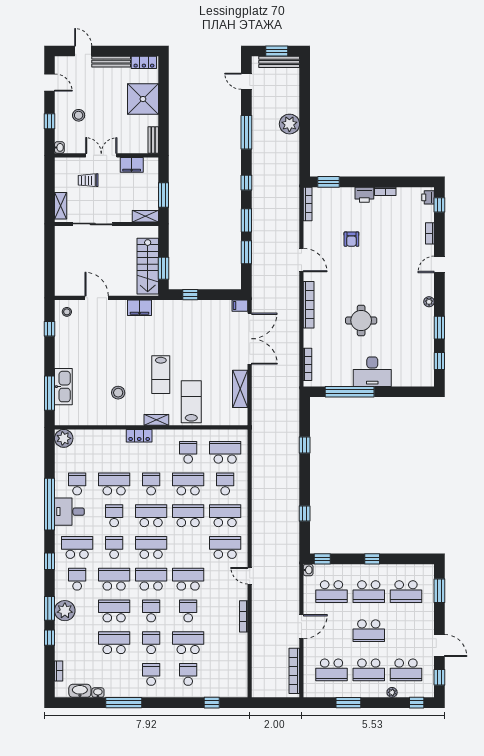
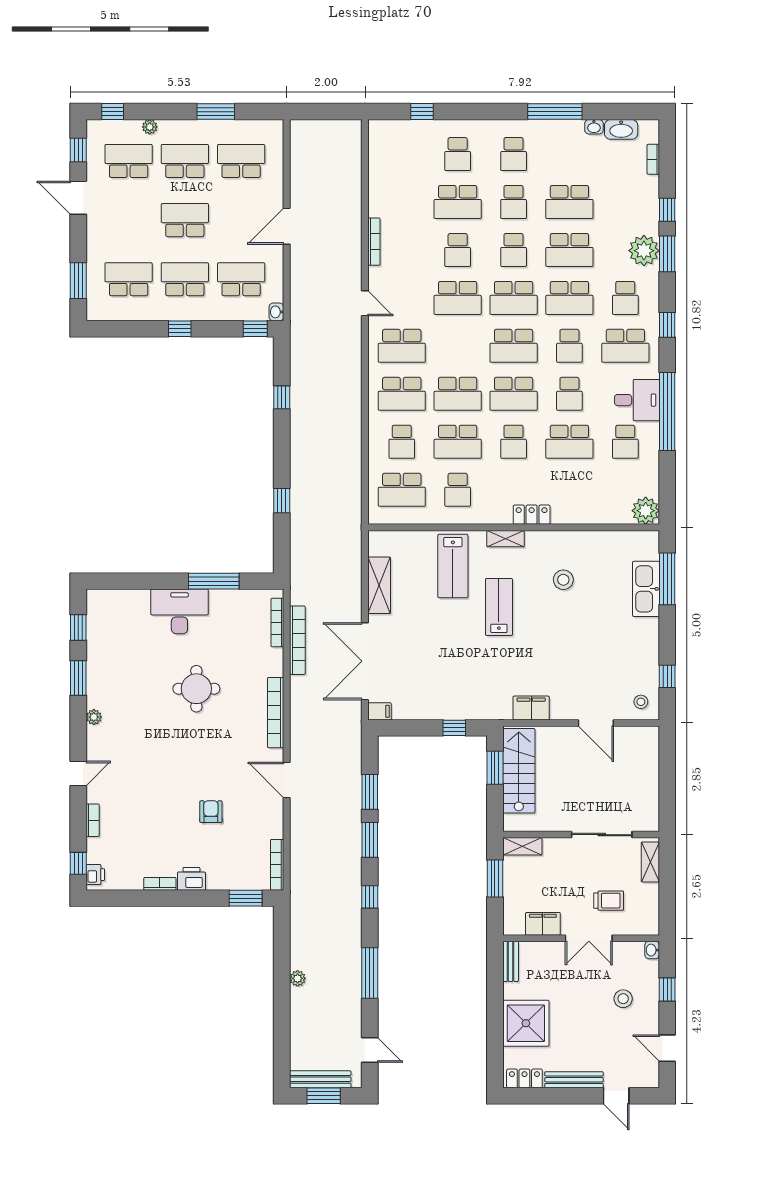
plant: (289, 124) -> (298, 978), width x0.53, depth x0.53
window: (350, 392) -> (214, 581), width x0.68
bookcase: (294, 671) -> (297, 640), moved

